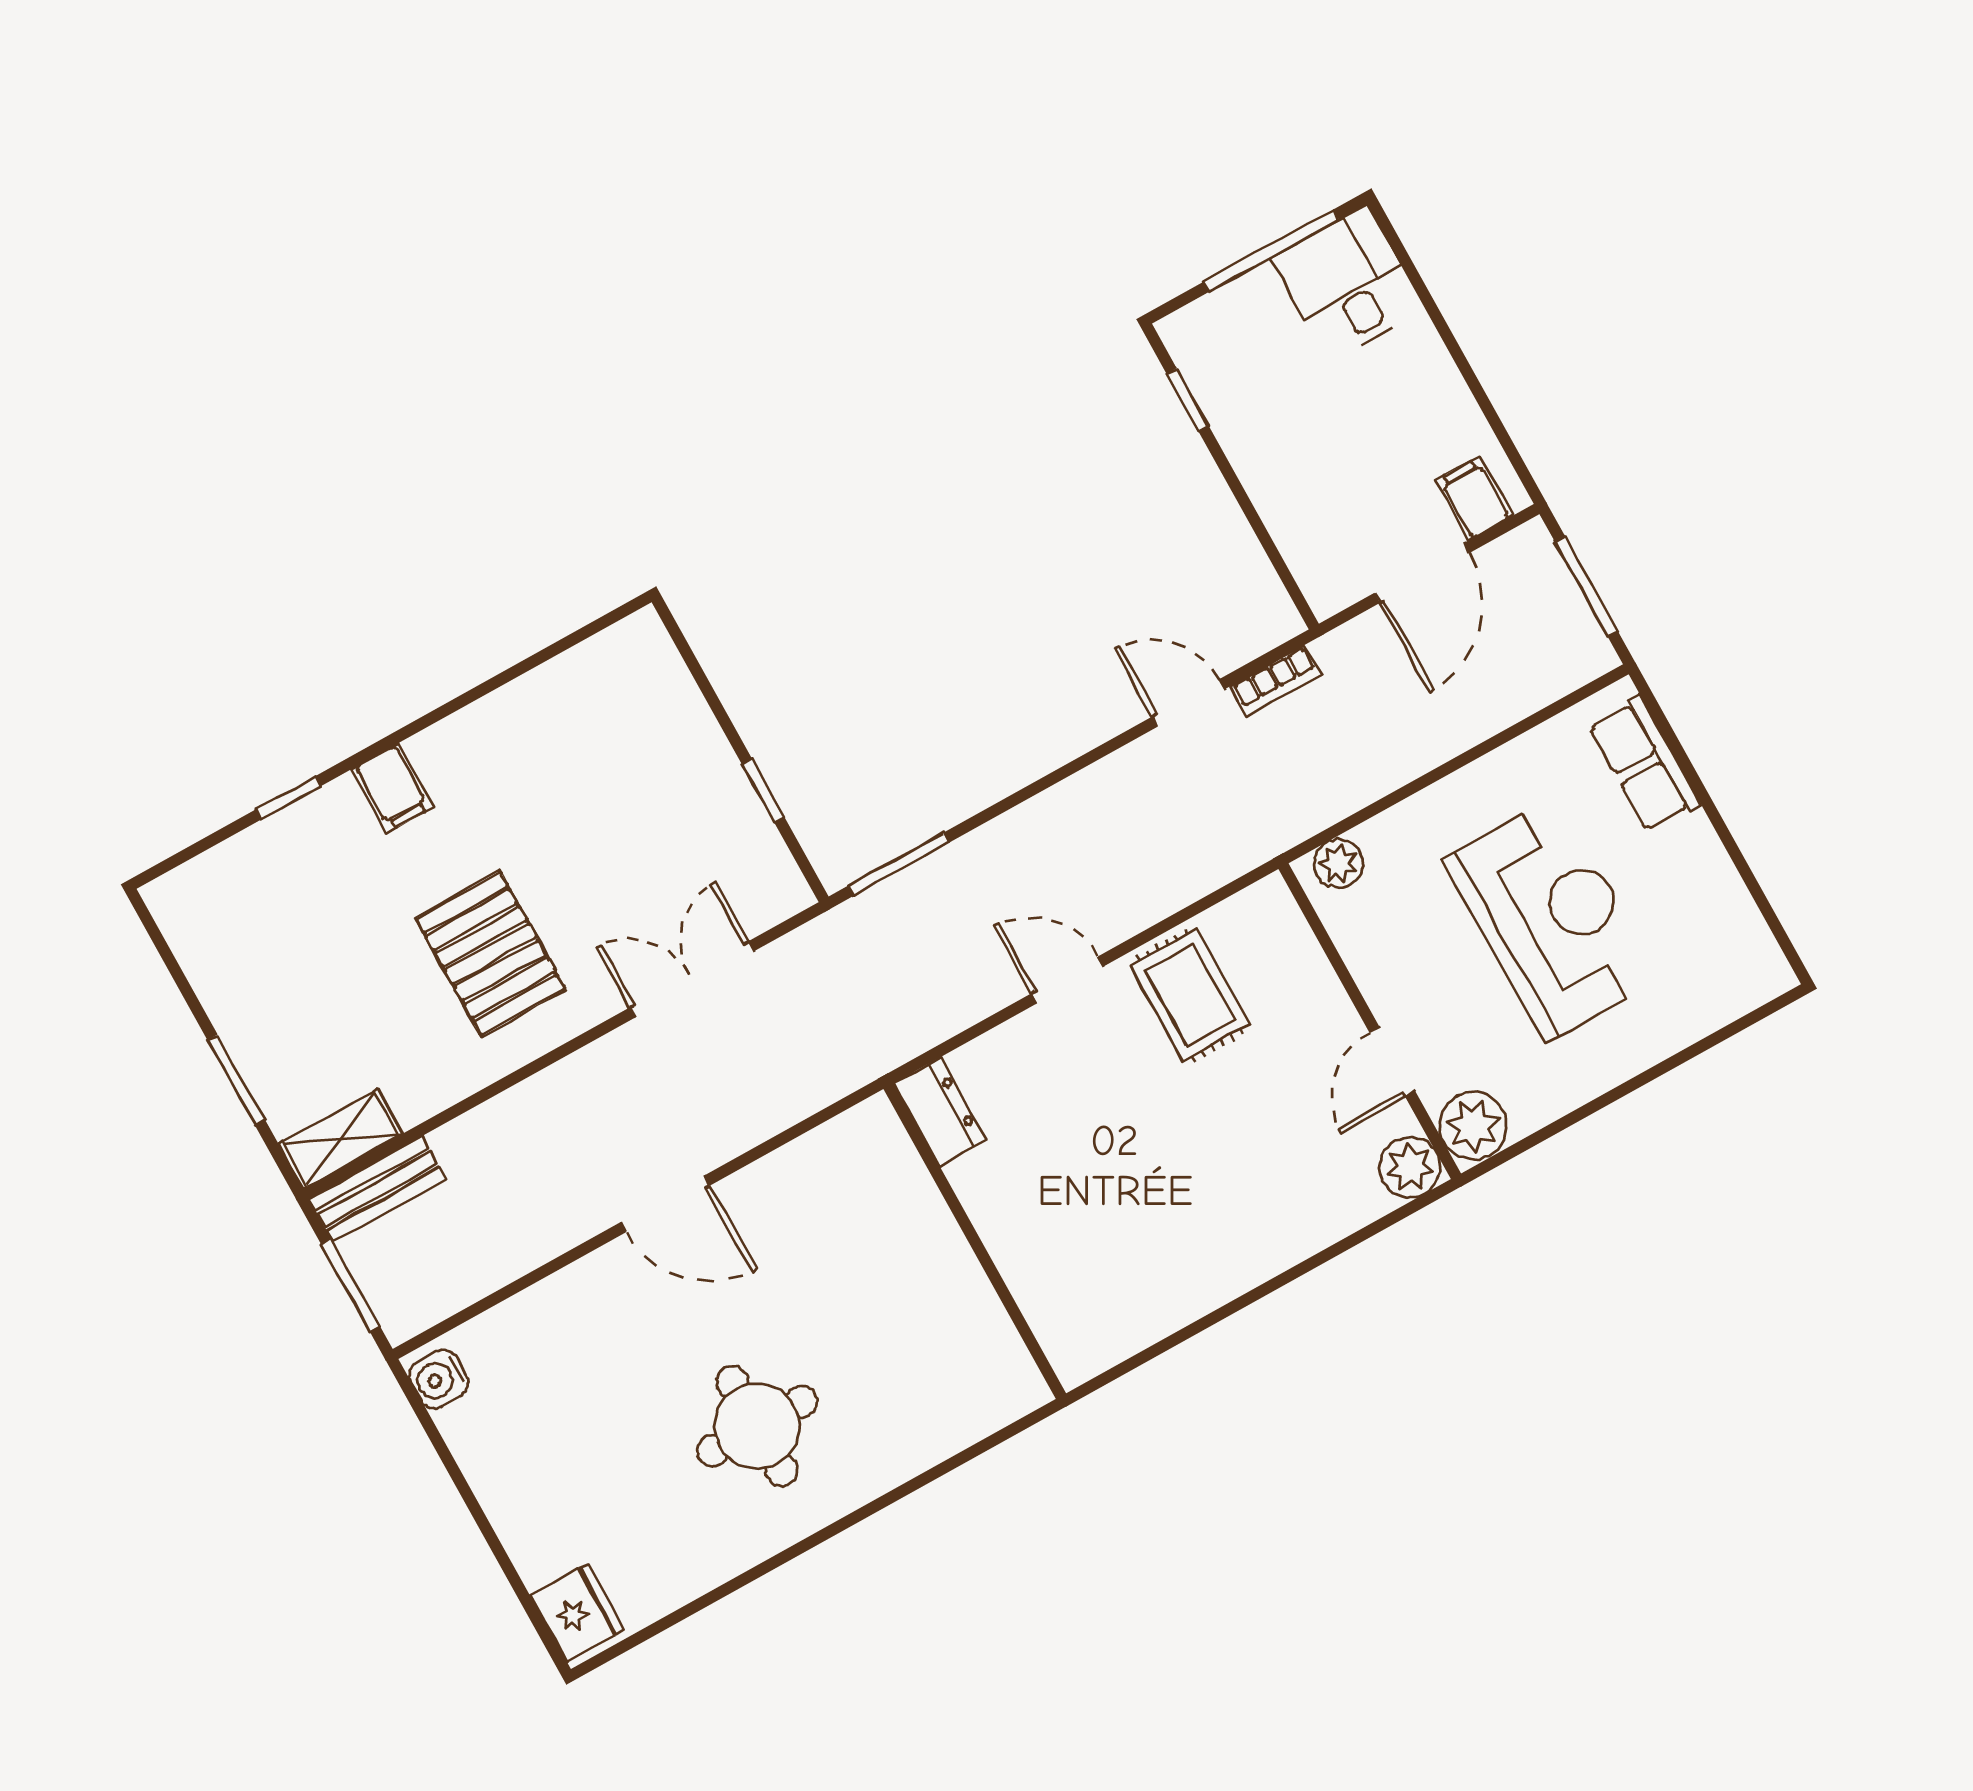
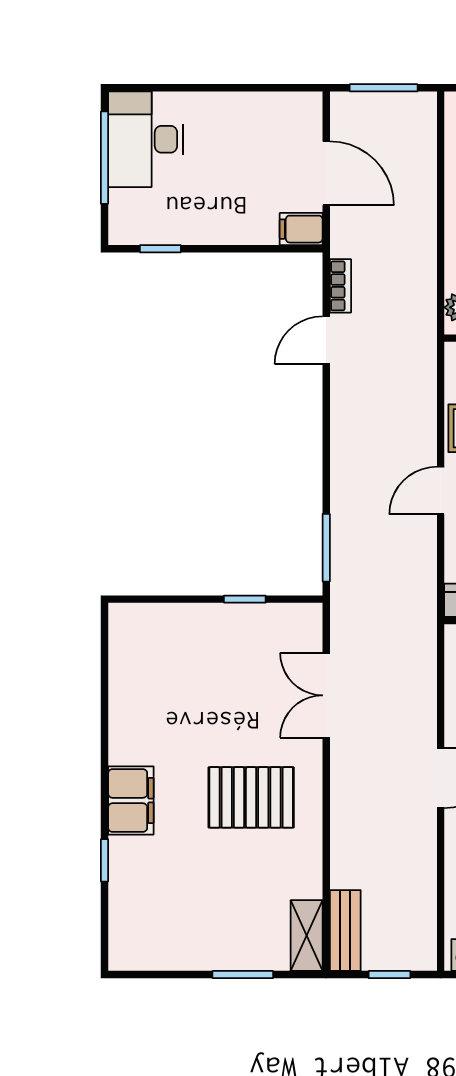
desk: (1347, 284) -> (146, 139), width x1.37
filing cabinet: (1474, 498) -> (301, 229), moved
filing cabinet: (393, 788) -> (131, 801), width x2.00
window: (351, 1285) -> (389, 975), width x0.67

